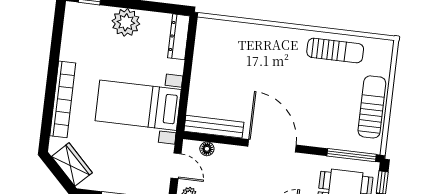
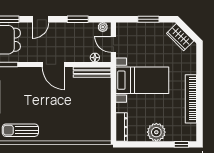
bookcase: (63, 99) -> (191, 99), moved
door: (272, 146) -> (53, 64), width x0.73

